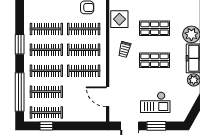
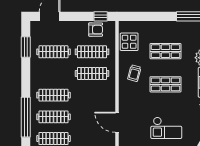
window: (20, 44) -> (26, 47), moved
clothes rail: (46, 50) -> (53, 73), removed
clothes rail: (84, 71) -> (92, 95), removed

